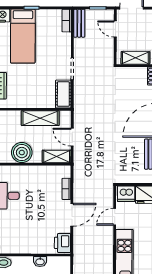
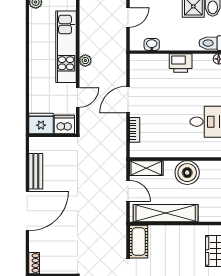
shelving: (40, 118) -> (166, 213), width x1.47
printer: (62, 243) -> (181, 63), moved, turned 90
plant: (108, 248) -> (85, 61), added
washbasin: (40, 261) -> (152, 44), moved

